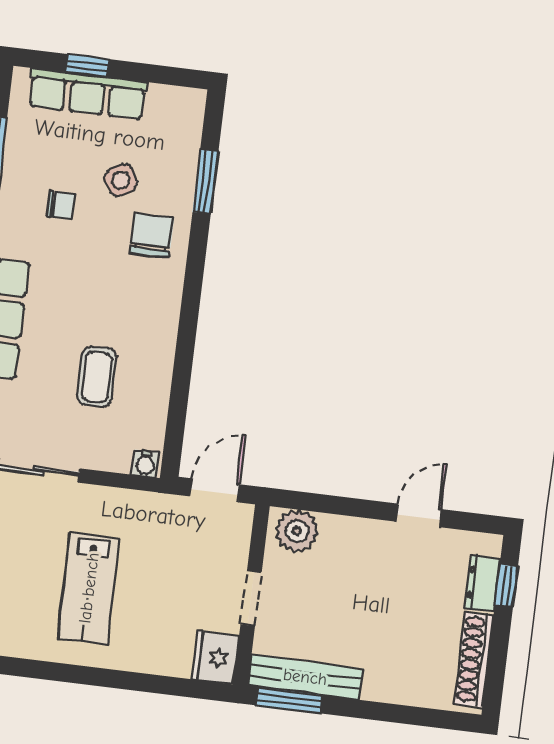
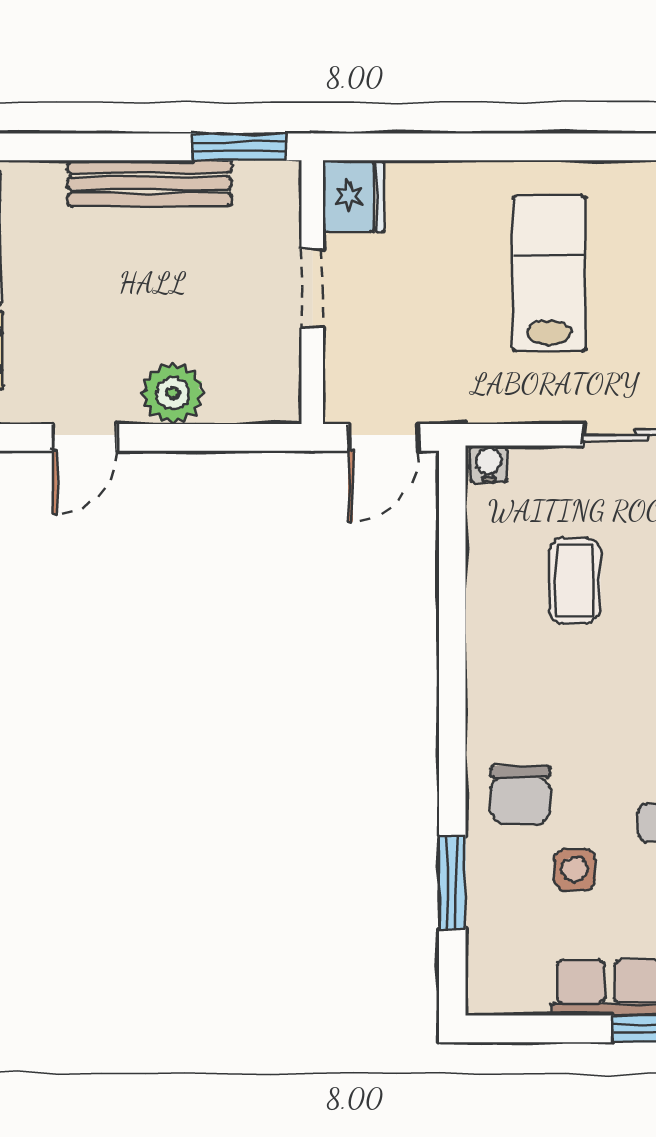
side table: (121, 180) -> (575, 870), turned 32
plant: (297, 531) -> (173, 393), moved
bench: (305, 677) -> (150, 183), moved

